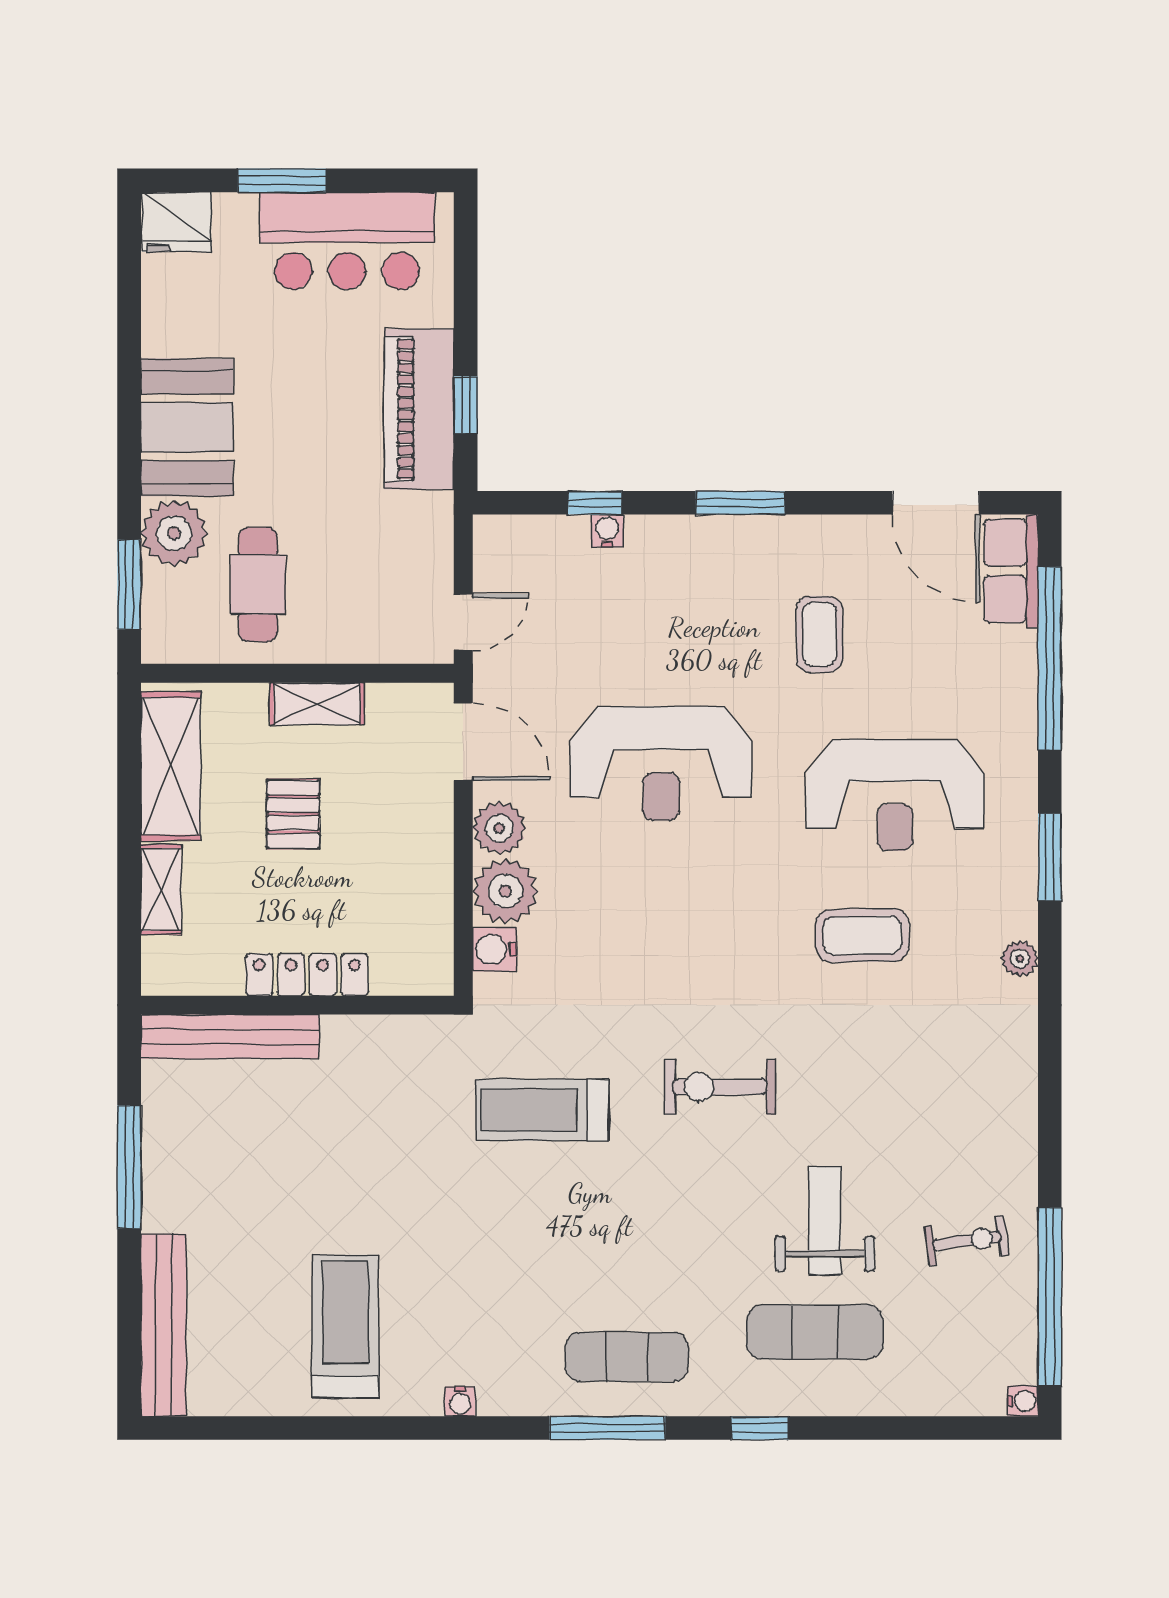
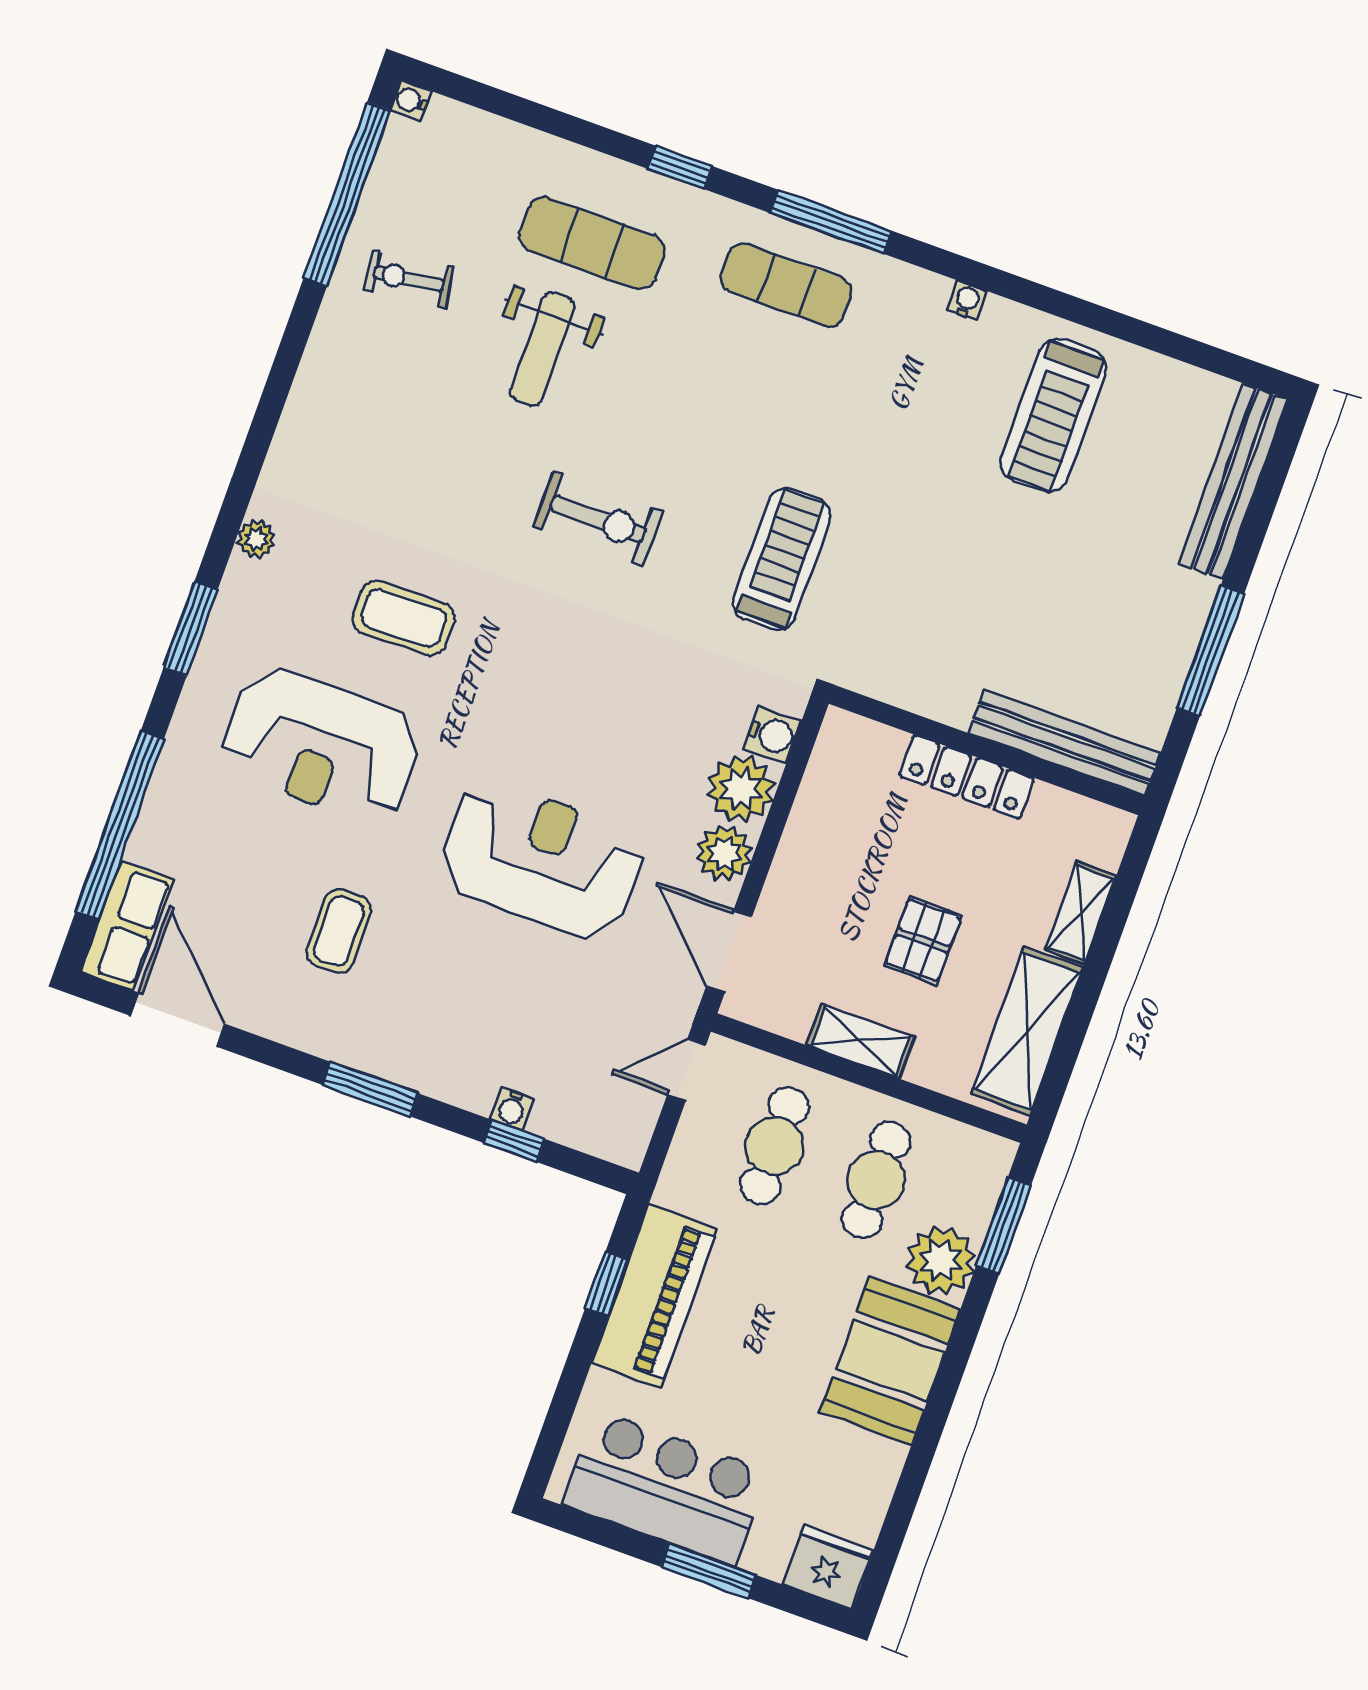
cafe table: (360, 582) -> (775, 1146), added
reception desk: (895, 795) -> (321, 745), turned 180
treadmill: (542, 1110) -> (782, 559), turned -90

